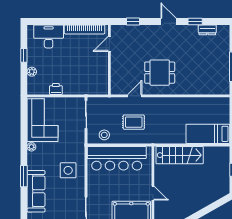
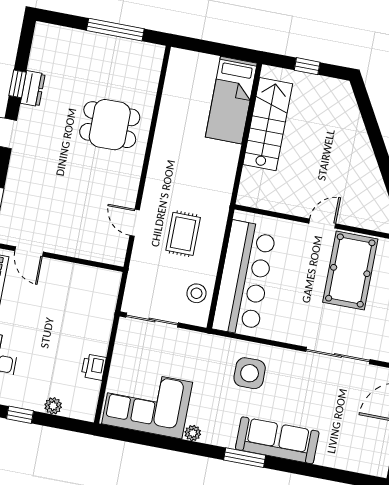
dresser: (207, 30) -> (33, 89), moved
dining table: (160, 73) -> (110, 125), moved, turned 90
stairs: (180, 155) -> (268, 124), moved

